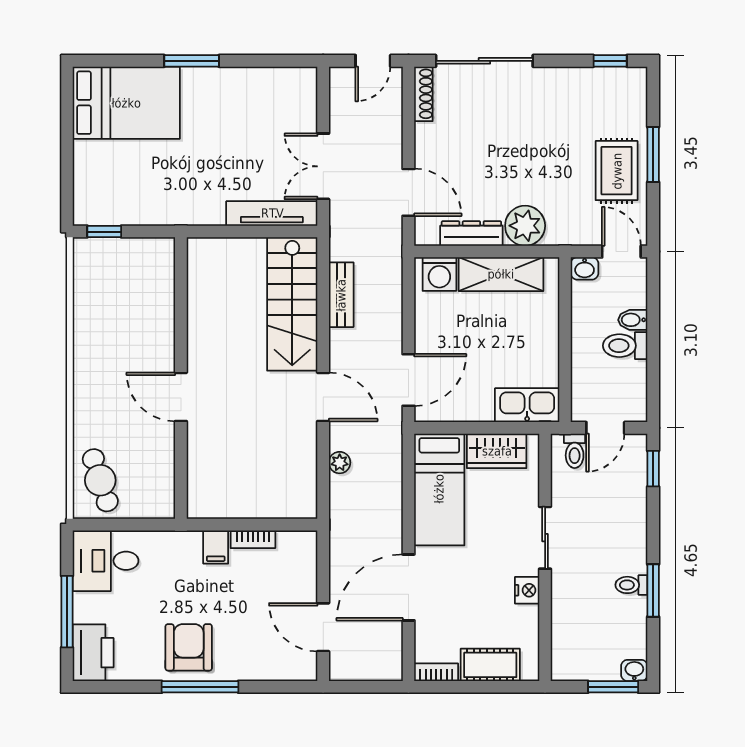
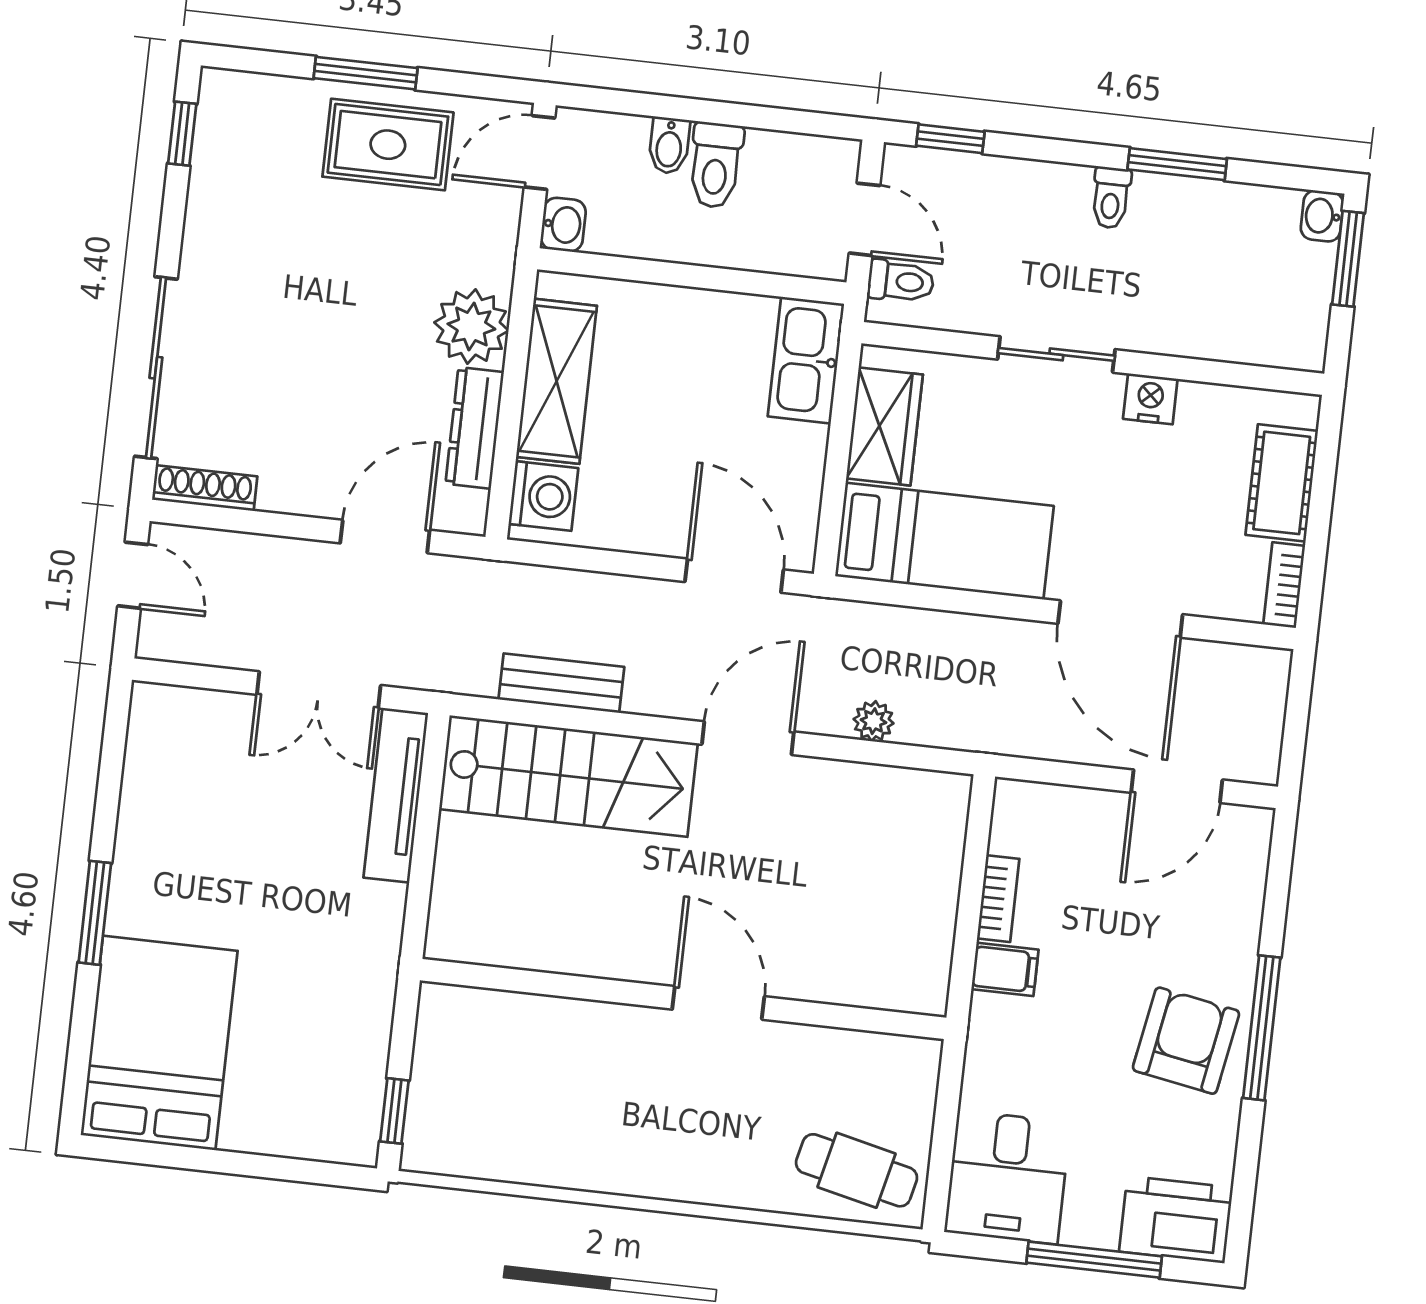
door: (181, 397) -> (718, 1003), swing flipped
cafe table: (100, 480) -> (857, 1170), turned 31
toilet: (631, 585) -> (1111, 198), moved
armchair: (189, 647) -> (1186, 1041), turned 100

